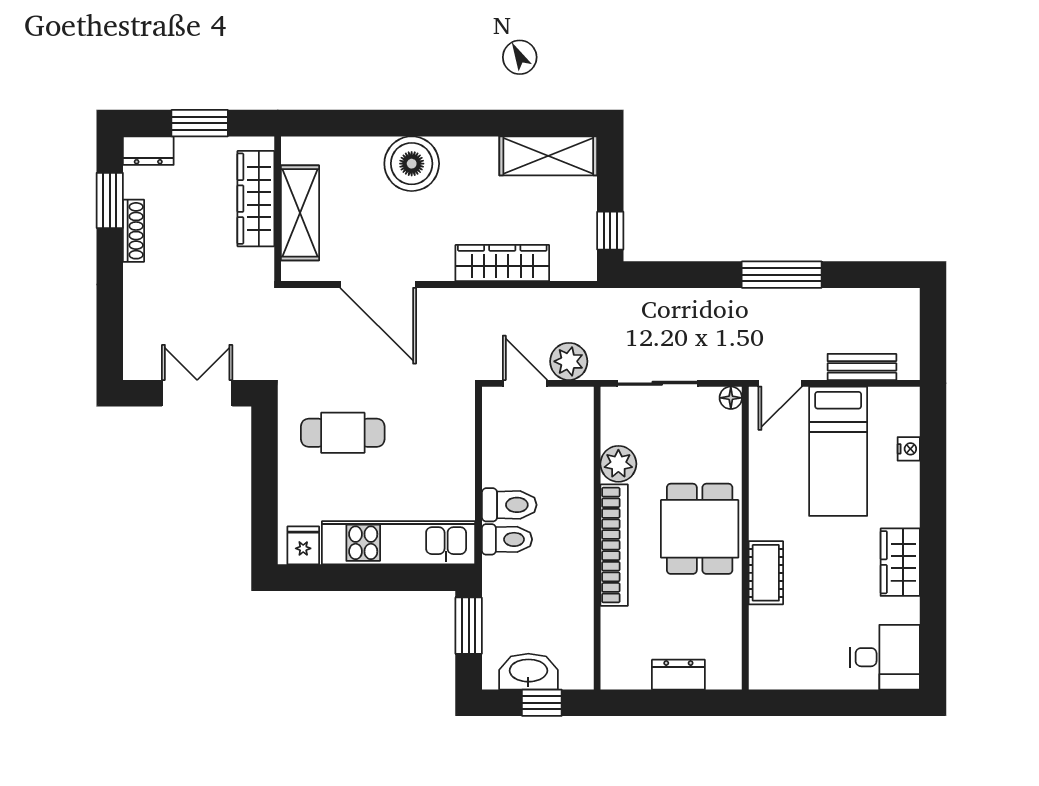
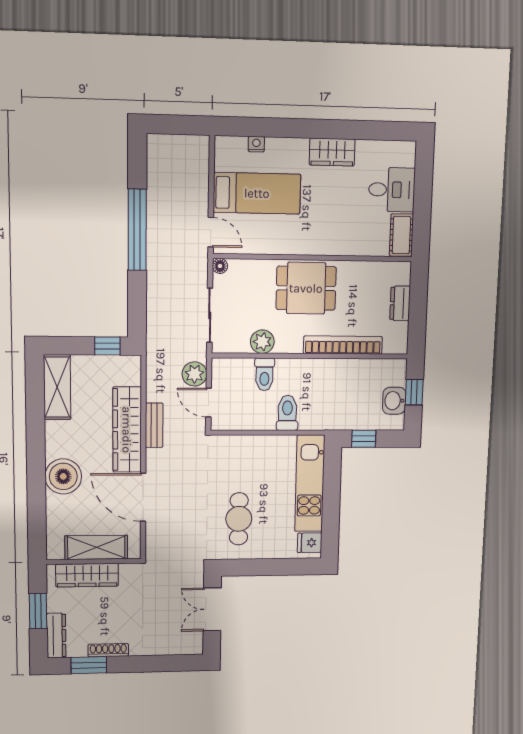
dresser: (148, 151) -> (56, 636), width x1.44
wardrobe: (502, 263) -> (127, 430), width x1.40, depth x1.17
window: (782, 275) -> (137, 230), width x1.46
door: (378, 285) -> (143, 497), swing flipped
bench: (862, 367) -> (154, 425), moved
door: (525, 383) -> (209, 403), hinge flipped
toilet: (507, 539) -> (264, 374), moved, turned 180
bookcase: (614, 545) -> (343, 345), moved
cot: (766, 573) -> (401, 235), moved, turned 90
window: (469, 626) -> (364, 439), width x0.67
desk: (885, 657) -> (392, 190), moved, turned 90
washbasin: (528, 672) -> (394, 401), width x0.72

